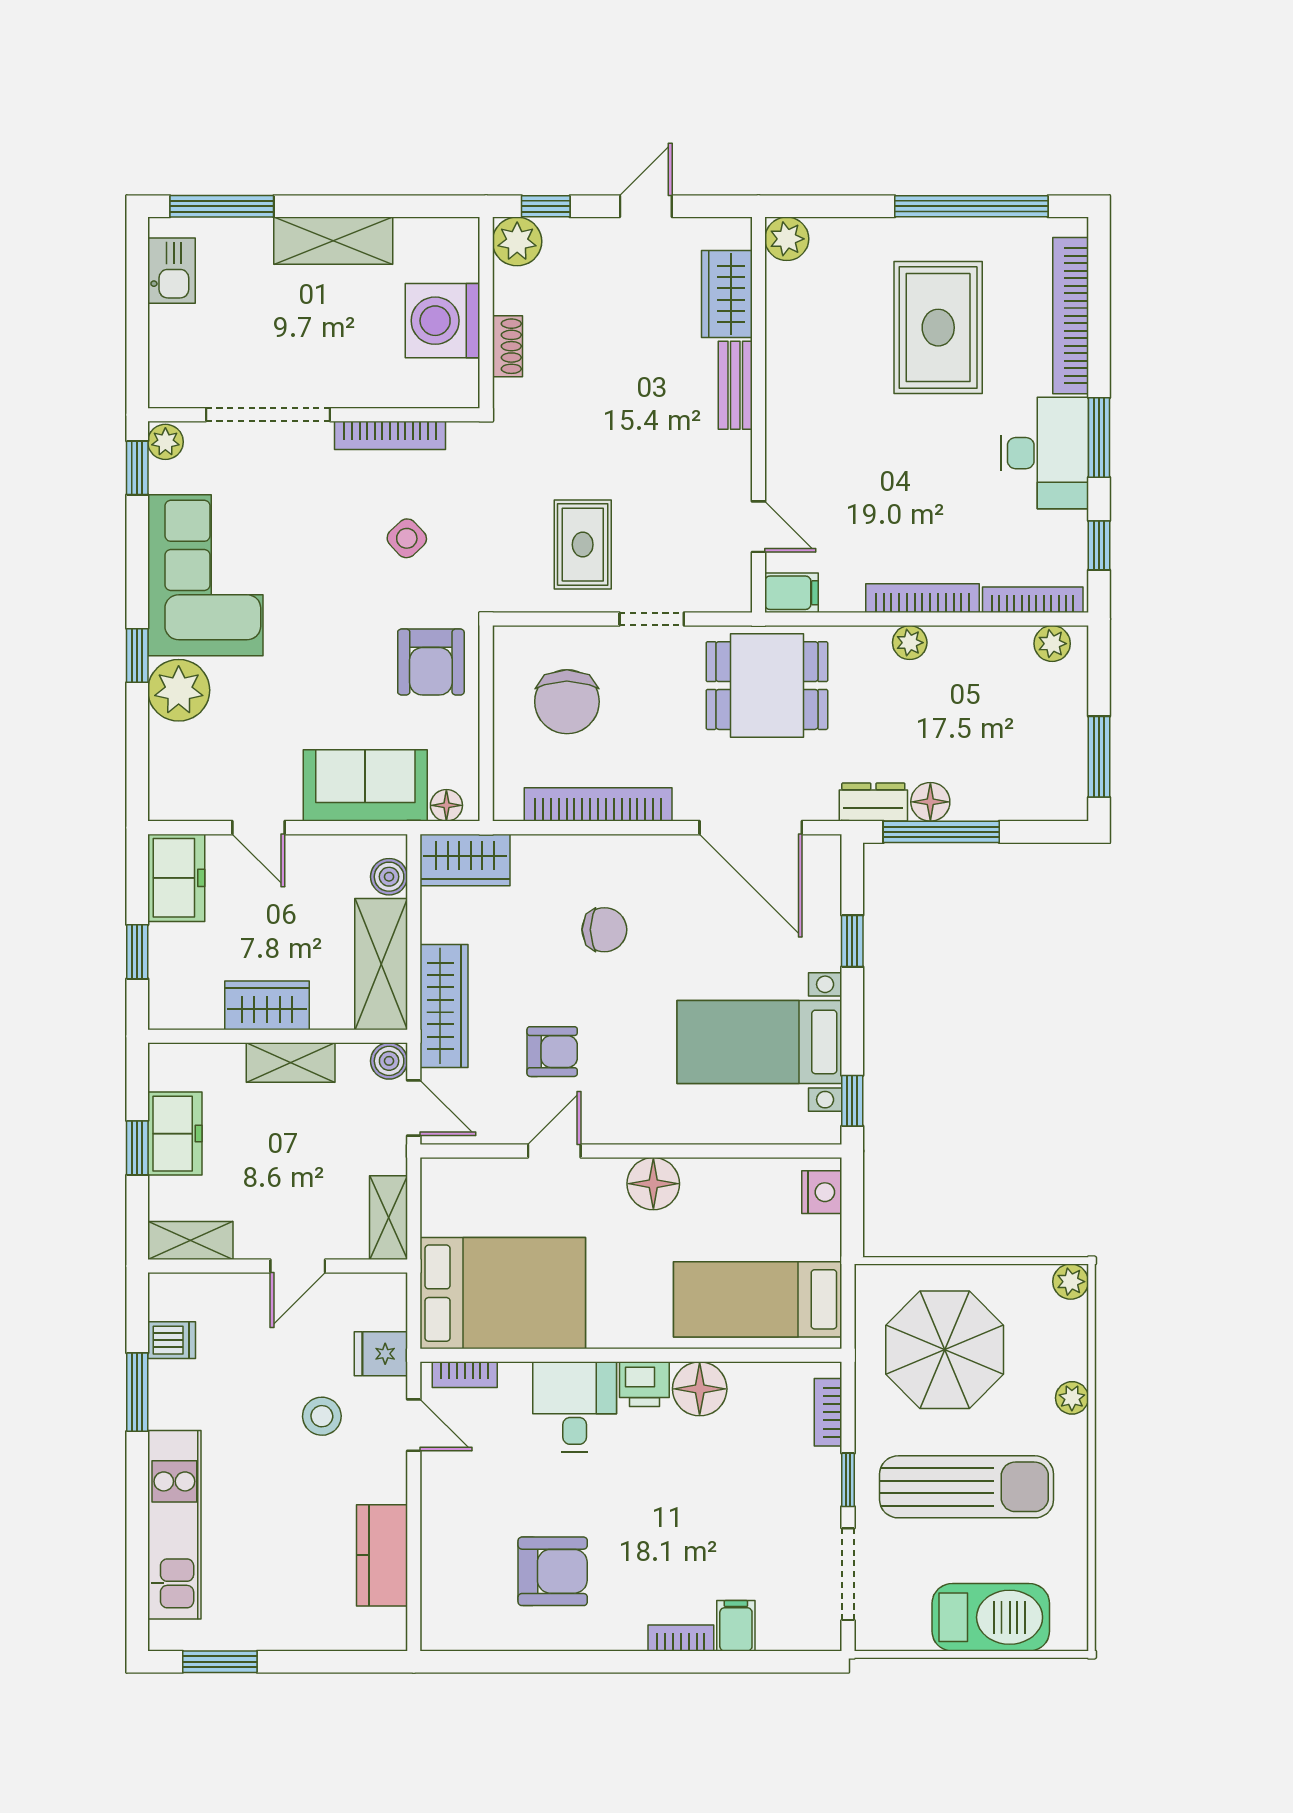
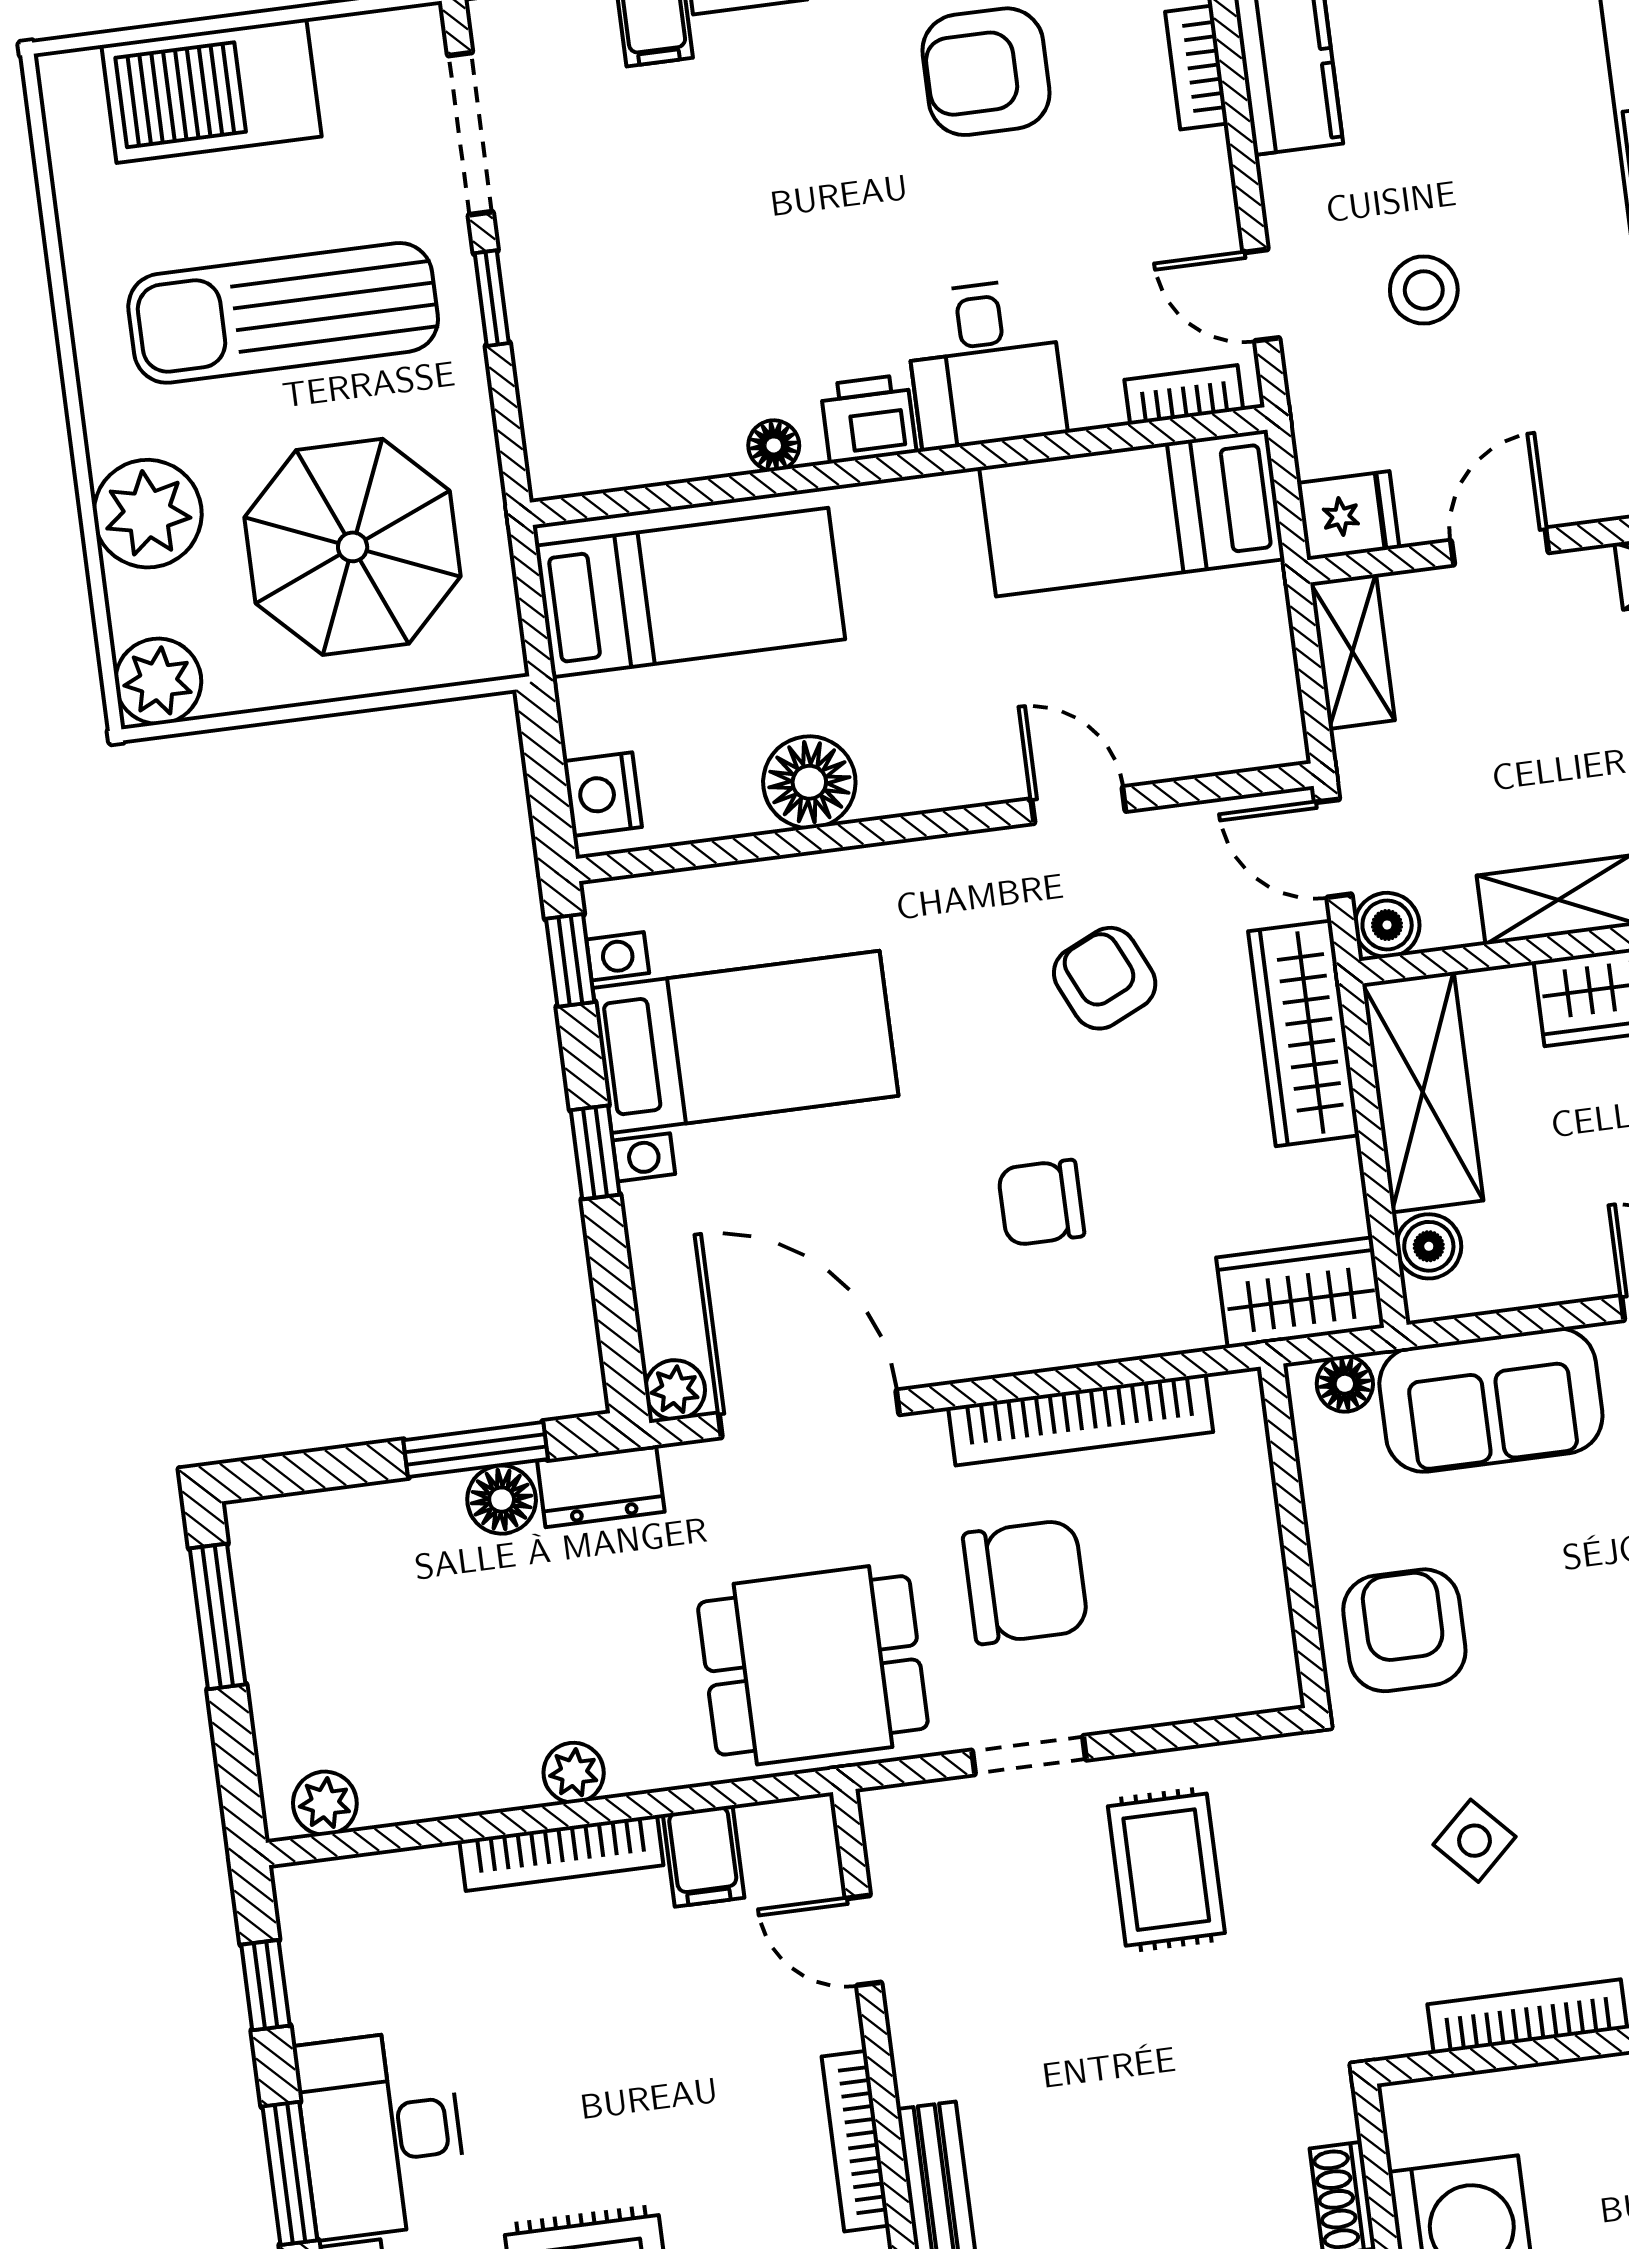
filing cabinet: (791, 593) -> (704, 1856), moved, turned -90
bookcase: (1033, 600) -> (856, 2141), moved, turned 90
chair: (567, 702) -> (1026, 1582), moved, turned 90
window: (941, 832) -> (476, 1450), width x0.69
plant: (825, 851) -> (675, 1390), added
window: (852, 941) -> (595, 1152), moved
armchair: (552, 1052) -> (1105, 978), turned 65
door: (554, 1151) -> (1078, 805), swing flipped
floor lamp: (653, 1184) -> (809, 782), moved
plant: (1071, 1282) -> (158, 681), width x1.38, depth x1.38
bed: (503, 1293) -> (1132, 513), width x0.67
fridge: (381, 1354) -> (1348, 516), moved
floor lamp: (700, 1389) -> (774, 445), width x0.53, depth x0.53
plant: (1072, 1398) -> (148, 514), width x1.88, depth x1.88
bookcase: (828, 1412) -> (1196, 68), moved, turned 180

